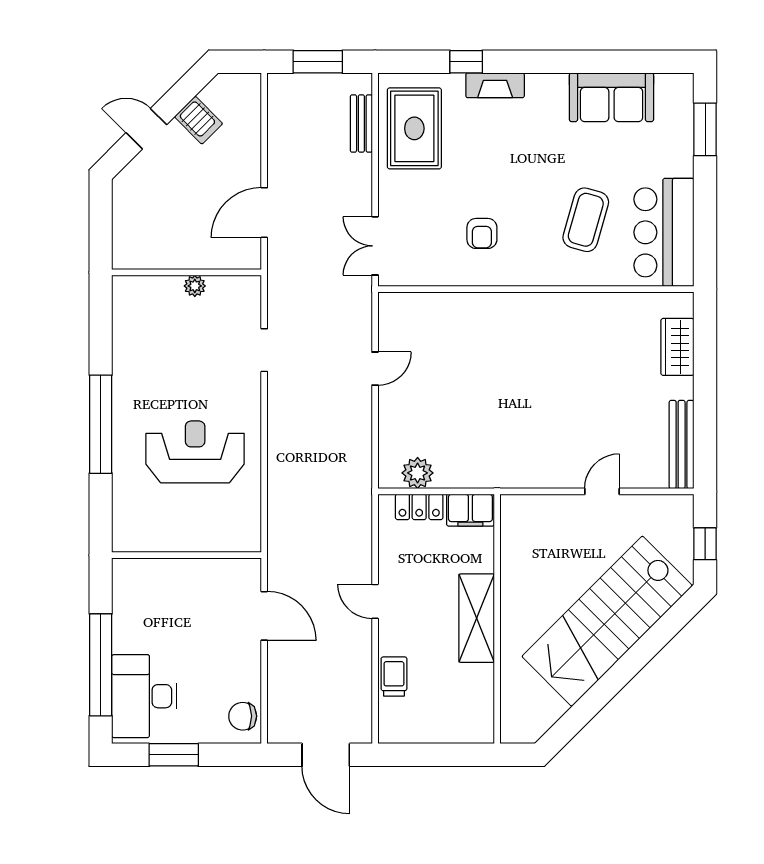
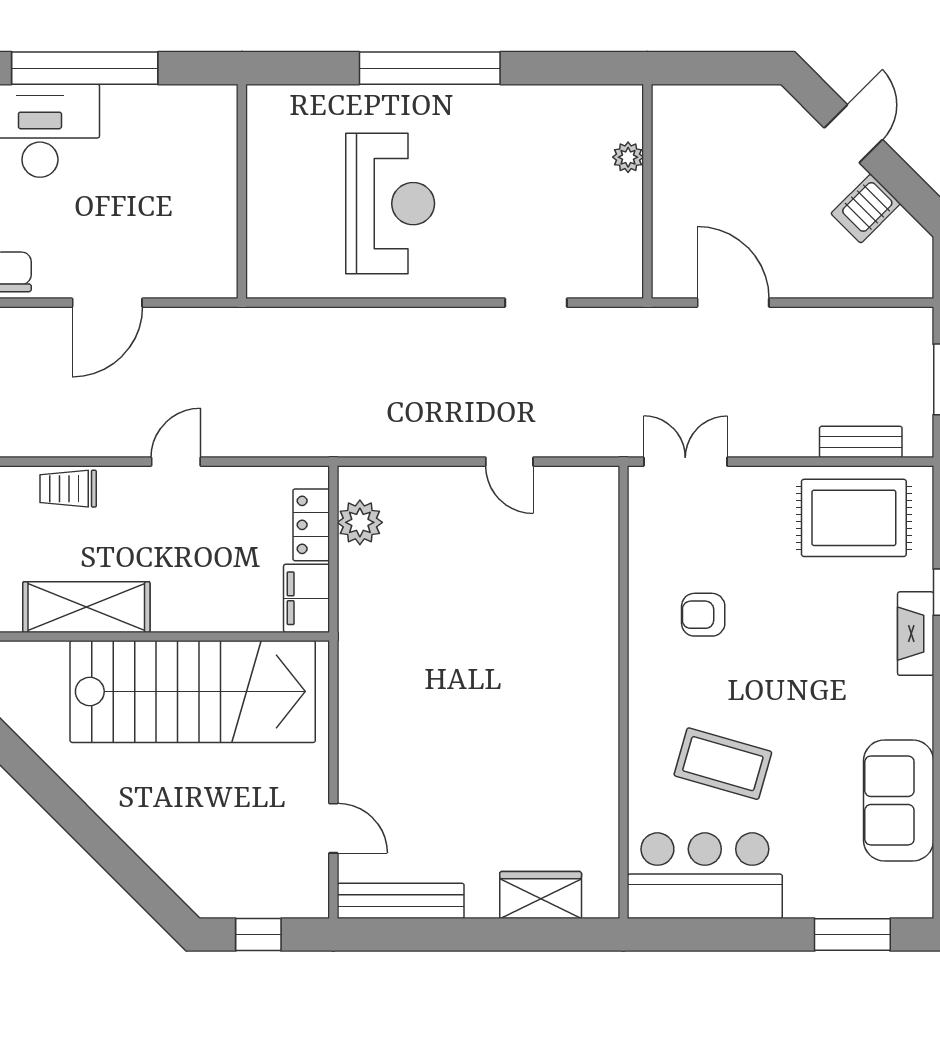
plant: (195, 286) -> (628, 157), moved
door: (602, 491) -> (333, 828), moved
door: (264, 616) -> (107, 303), moved
shelving: (477, 618) -> (86, 607), moved
stairs: (607, 621) -> (193, 691), moved, turned 135
trolley: (394, 677) -> (68, 489), turned 180

